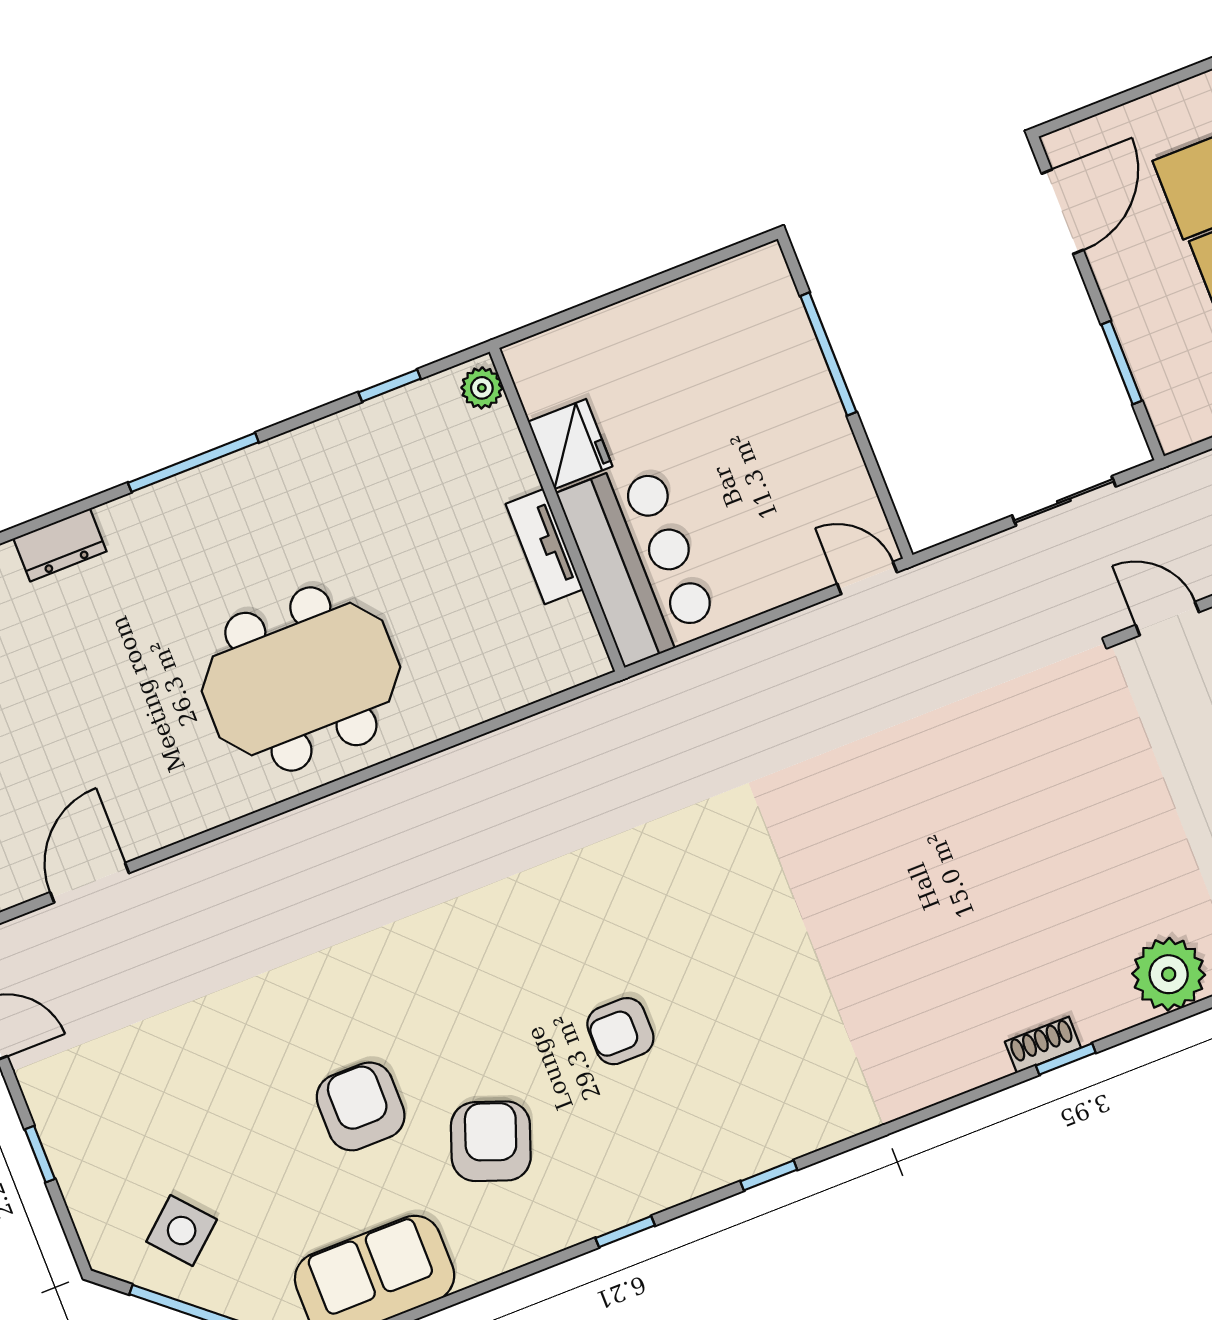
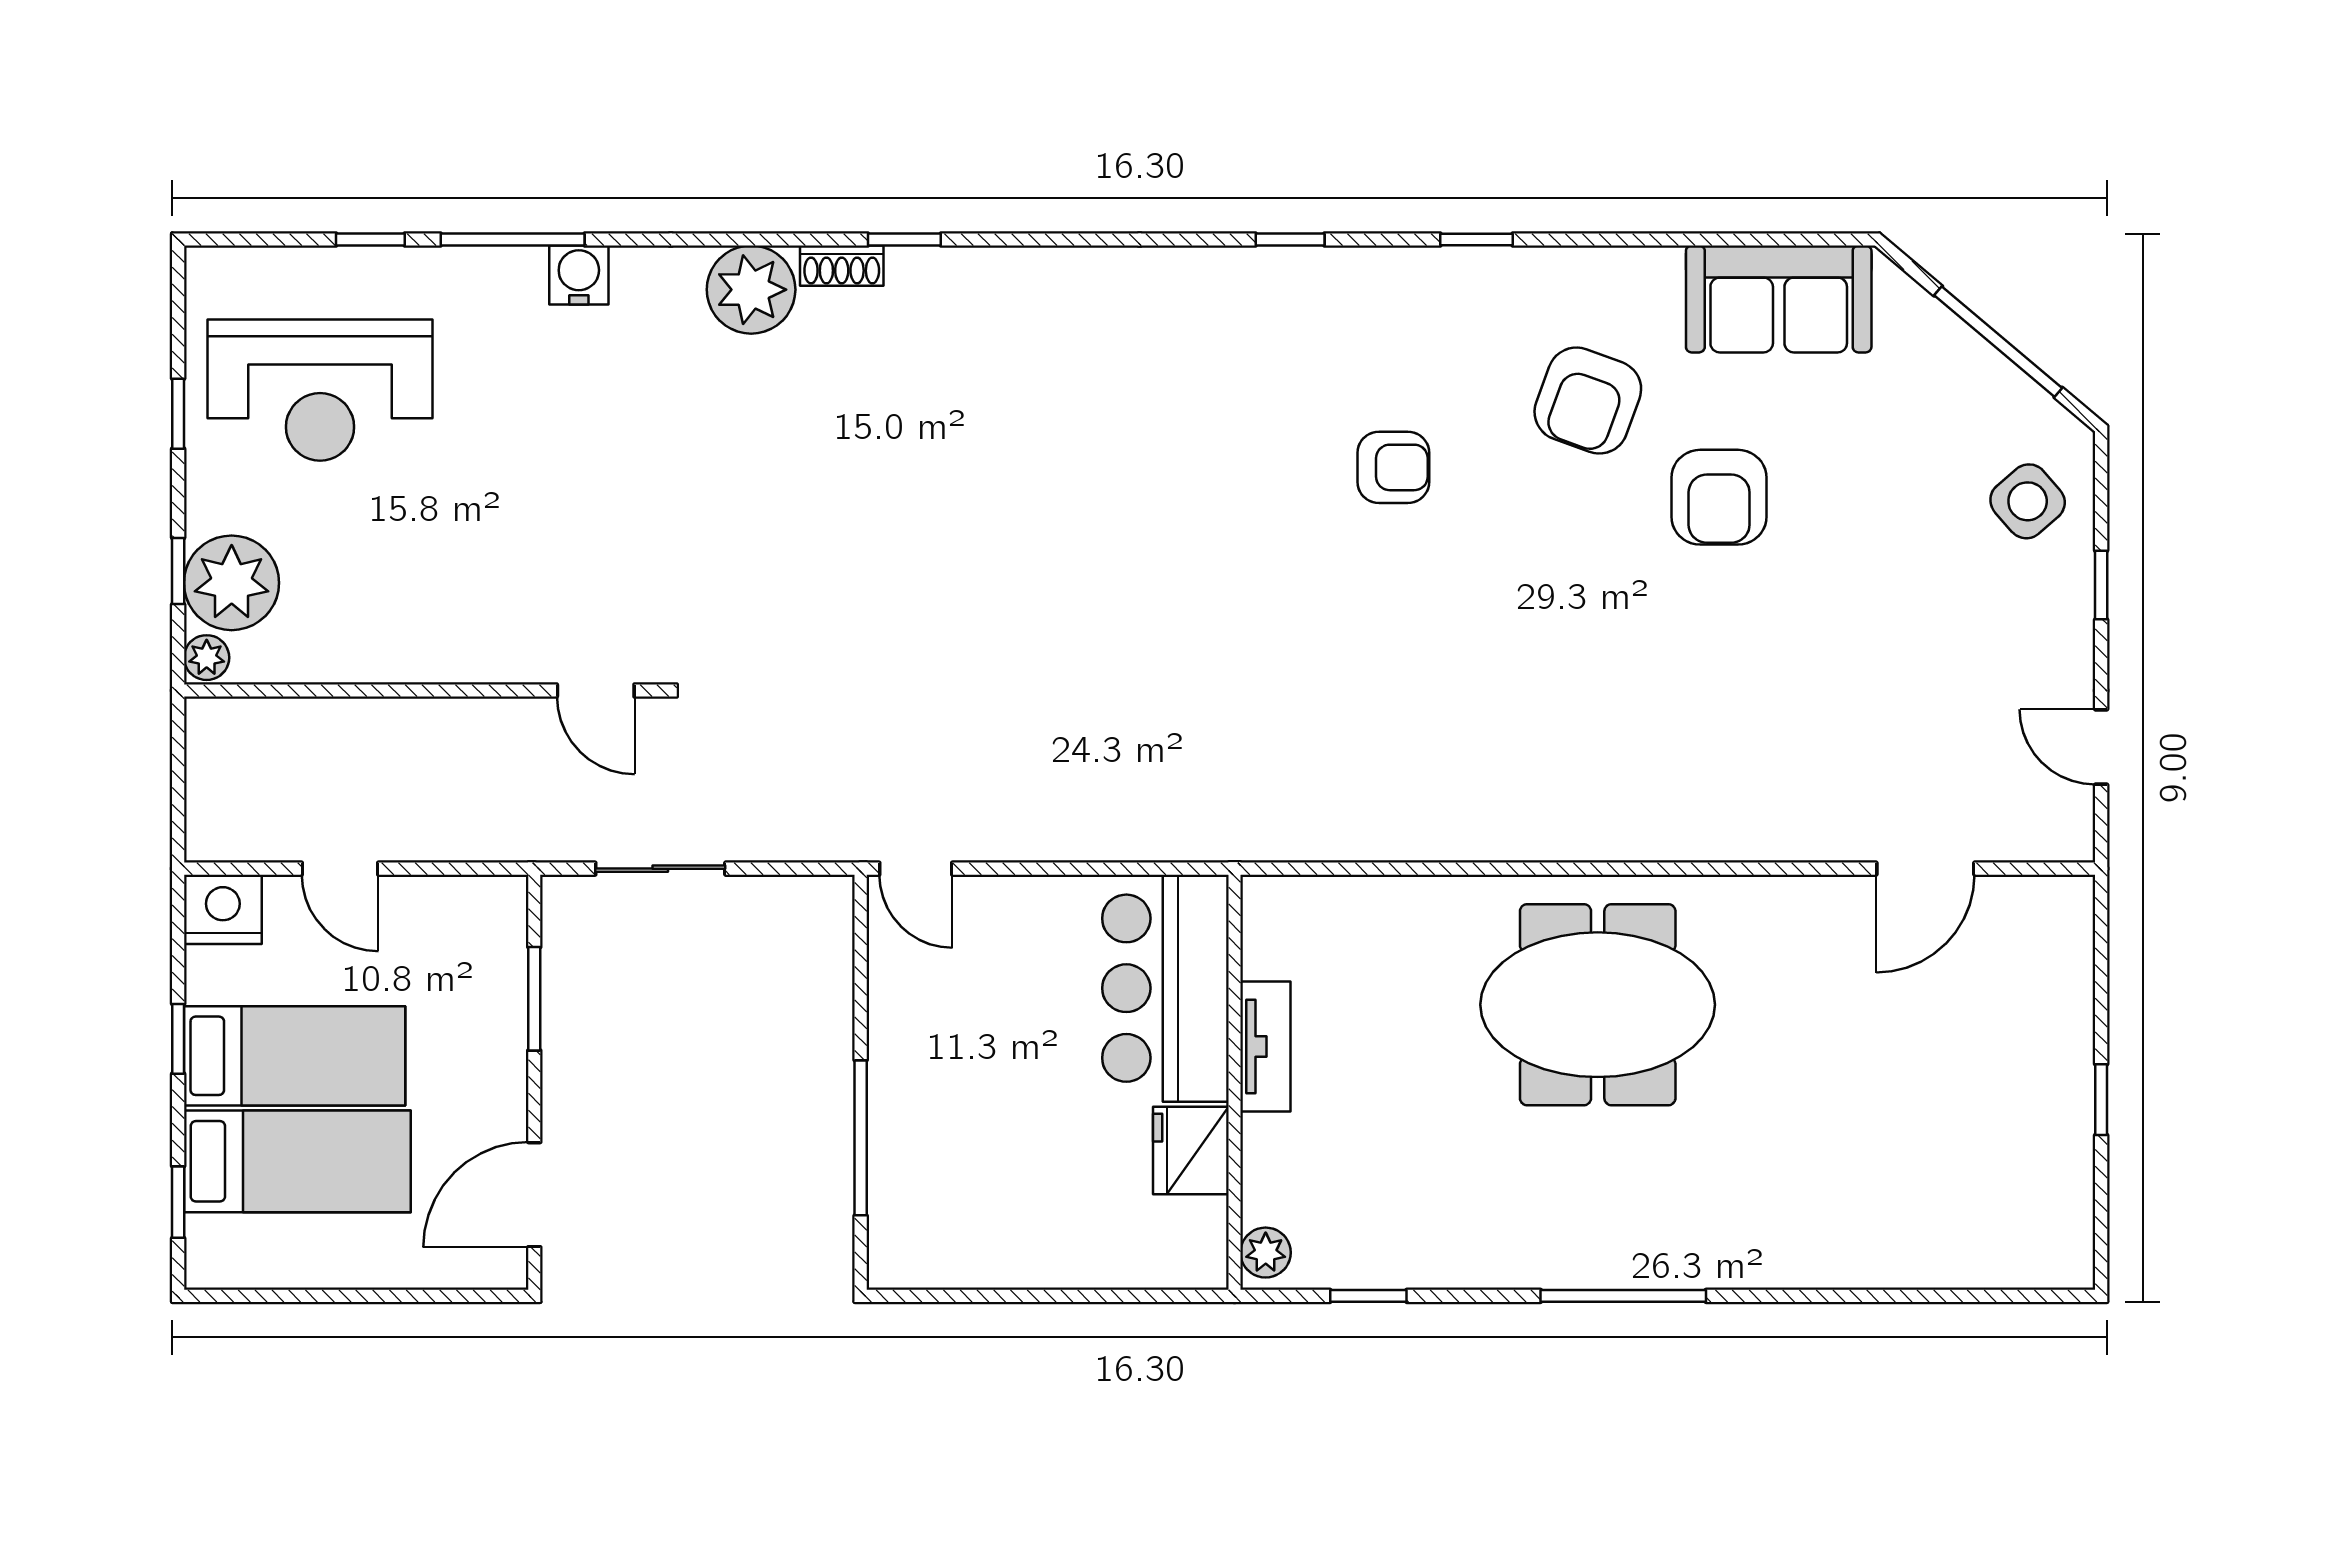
dresser: (60, 545) -> (1810, 1262), removed
shoe rack: (1043, 1045) -> (842, 266), moved
side table: (182, 1231) -> (2028, 501), moved

